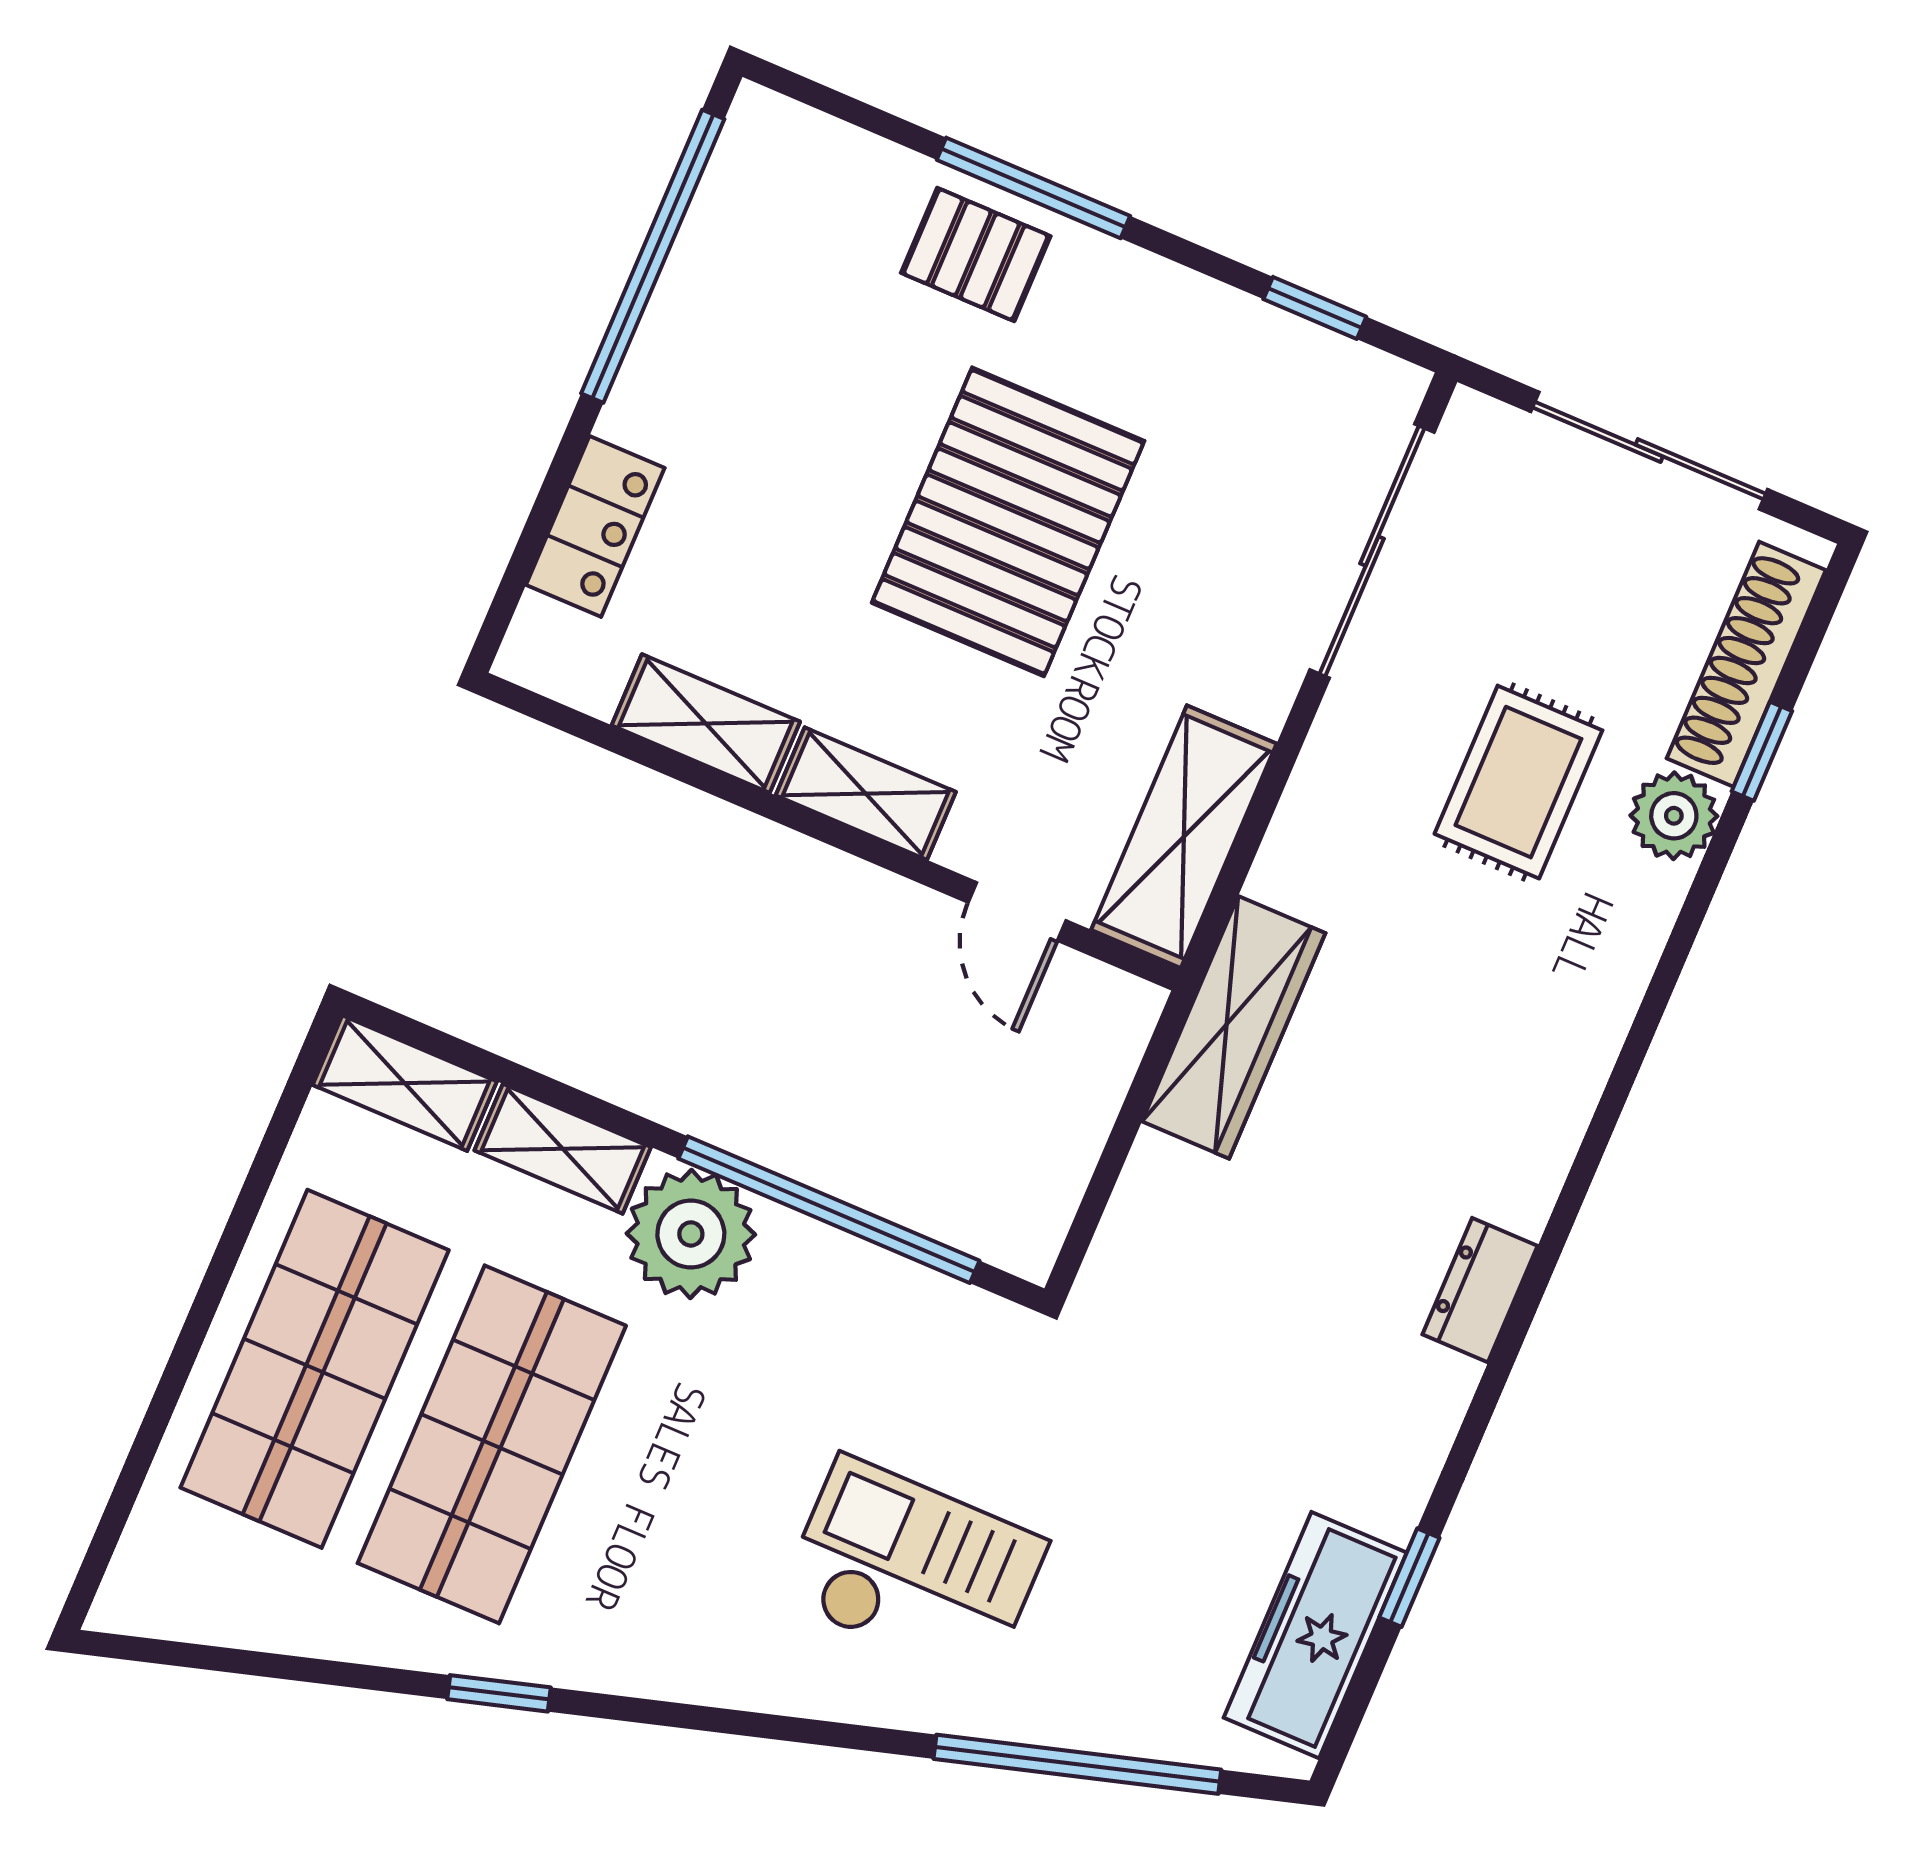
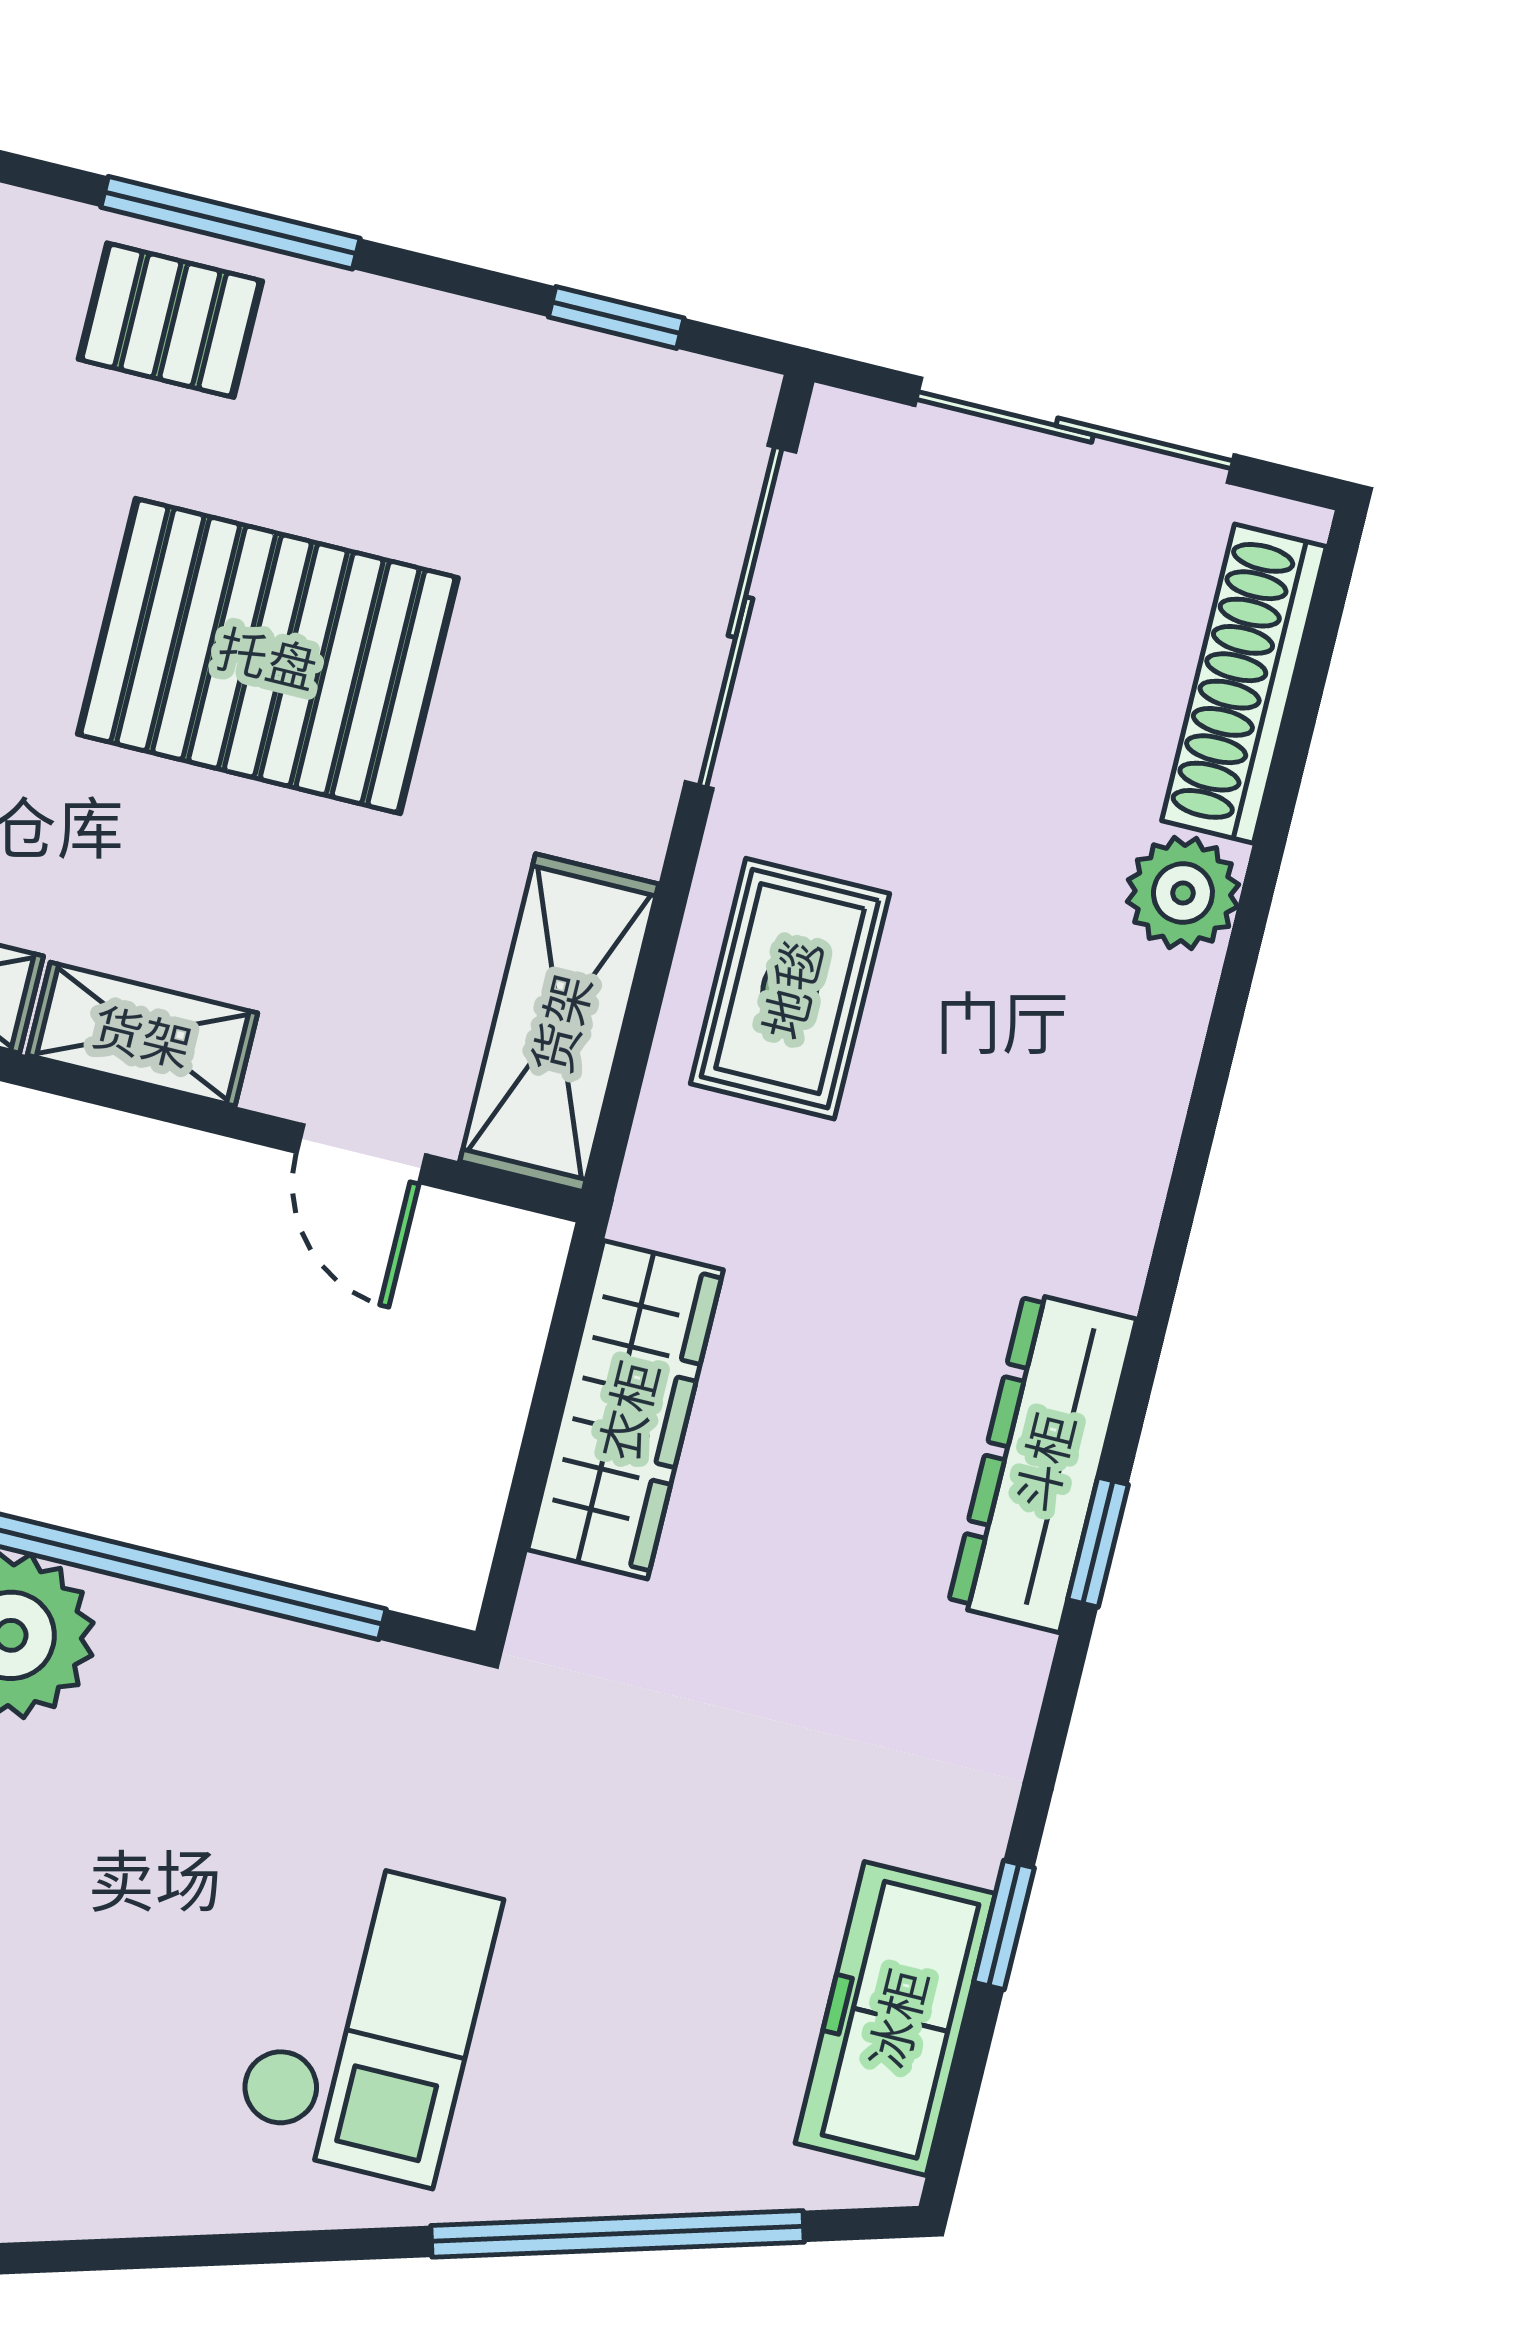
pallet: (1008, 522) -> (268, 656), turned 90
window: (1762, 751) -> (1098, 1542), moved
rug: (1518, 782) -> (790, 989), moved
wardrobe: (1234, 1027) -> (626, 1410), moved
dresser: (1480, 1290) -> (1042, 1462), width x1.96, depth x1.24
checkout: (913, 1570) -> (367, 2019), turned 90

